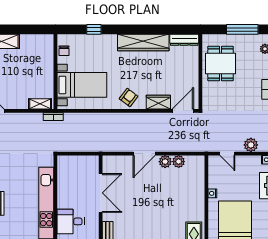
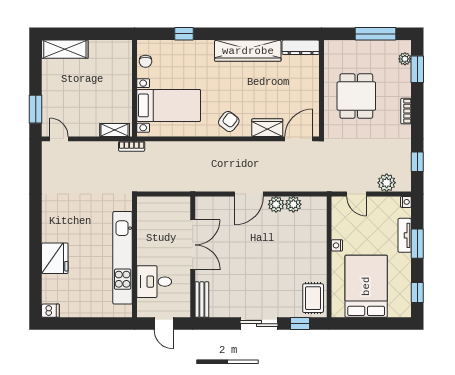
dining table: (221, 64) -> (356, 96), moved

